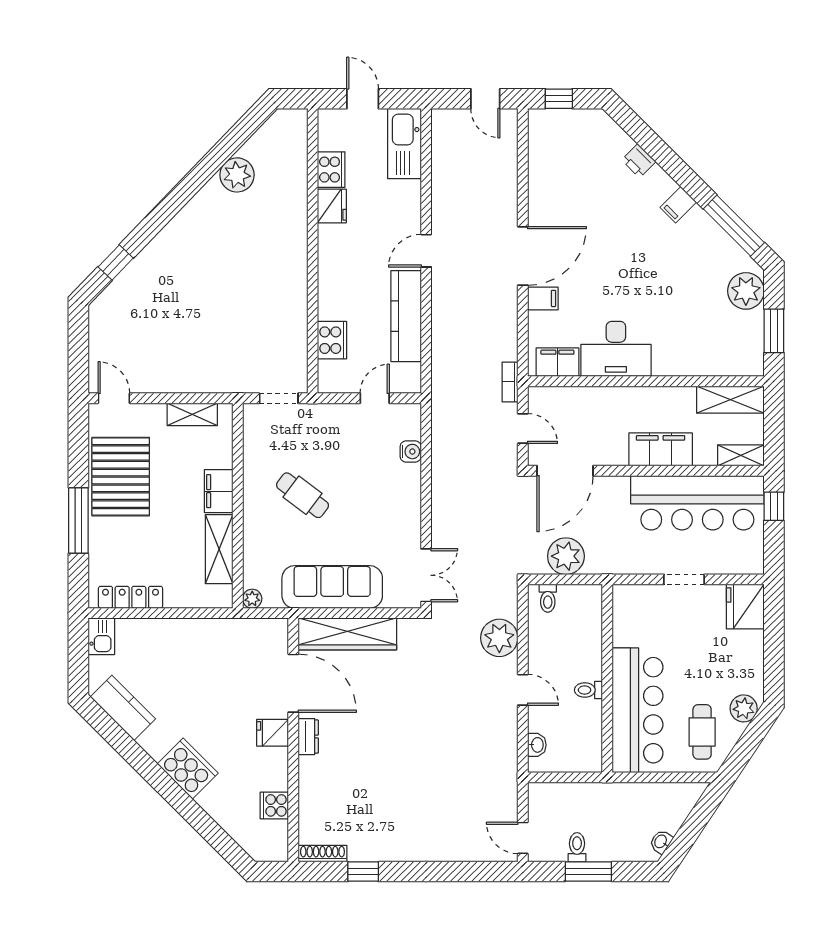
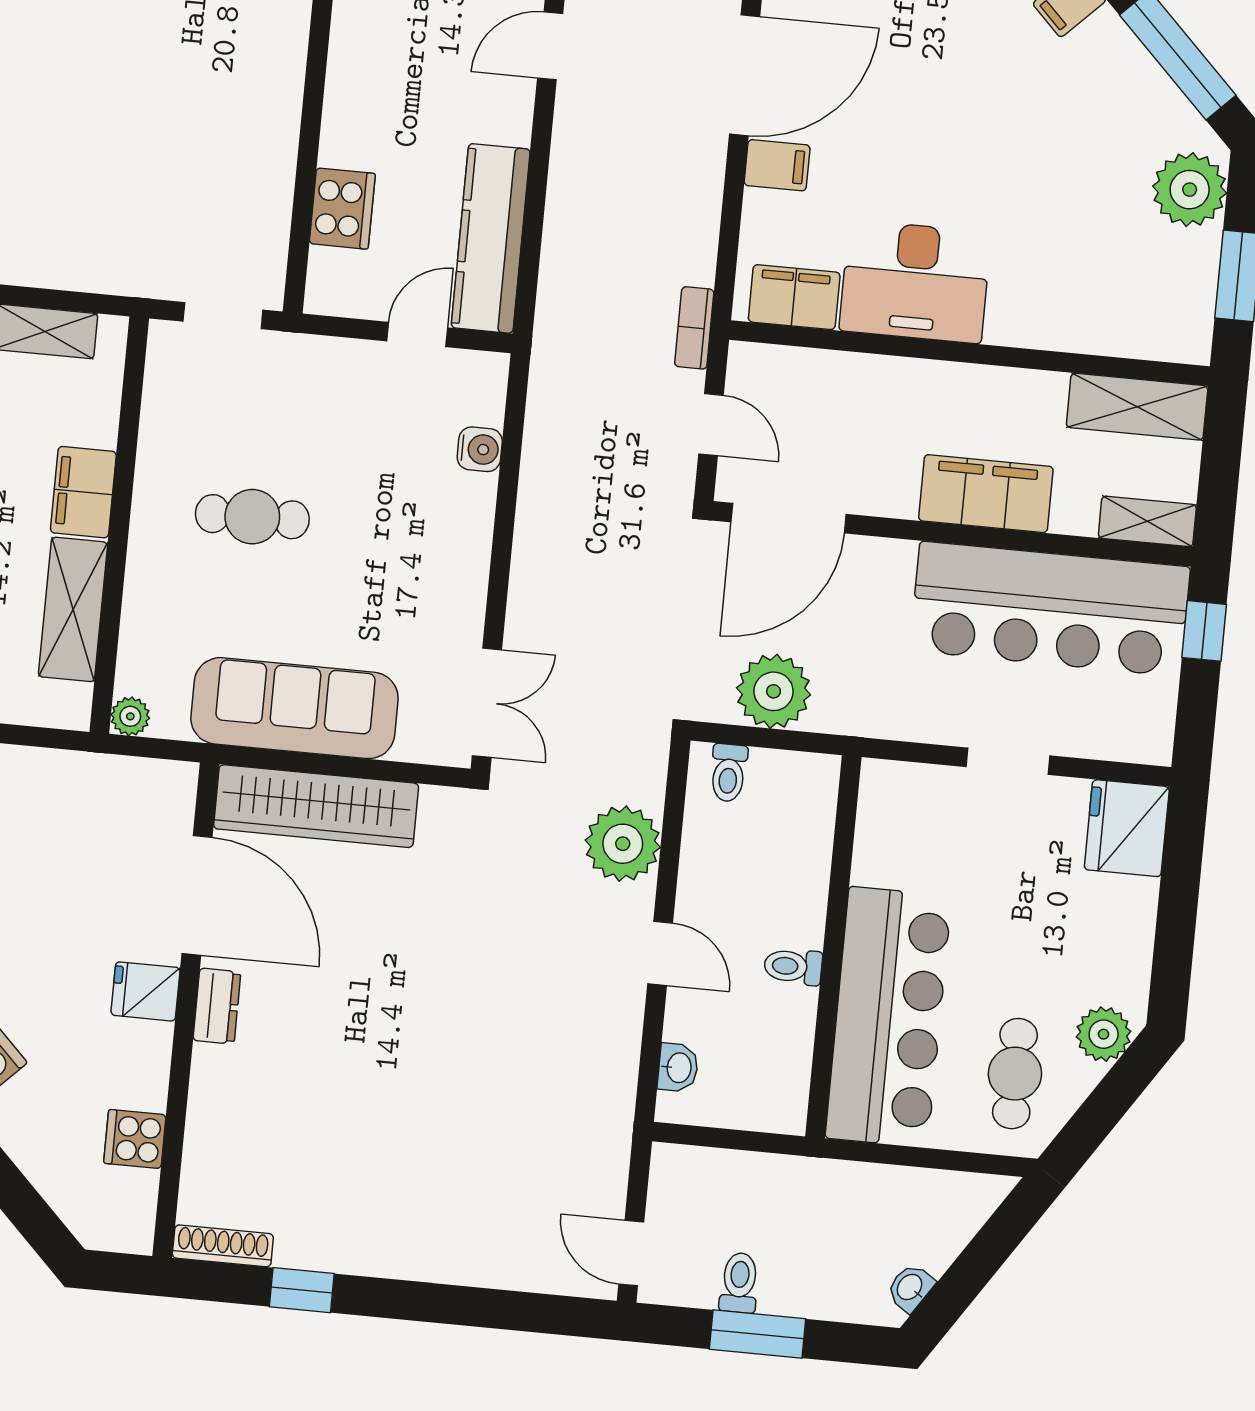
kitchen counter: (406, 316) -> (491, 238), moved
cafe table: (303, 495) -> (252, 517), turned -38

